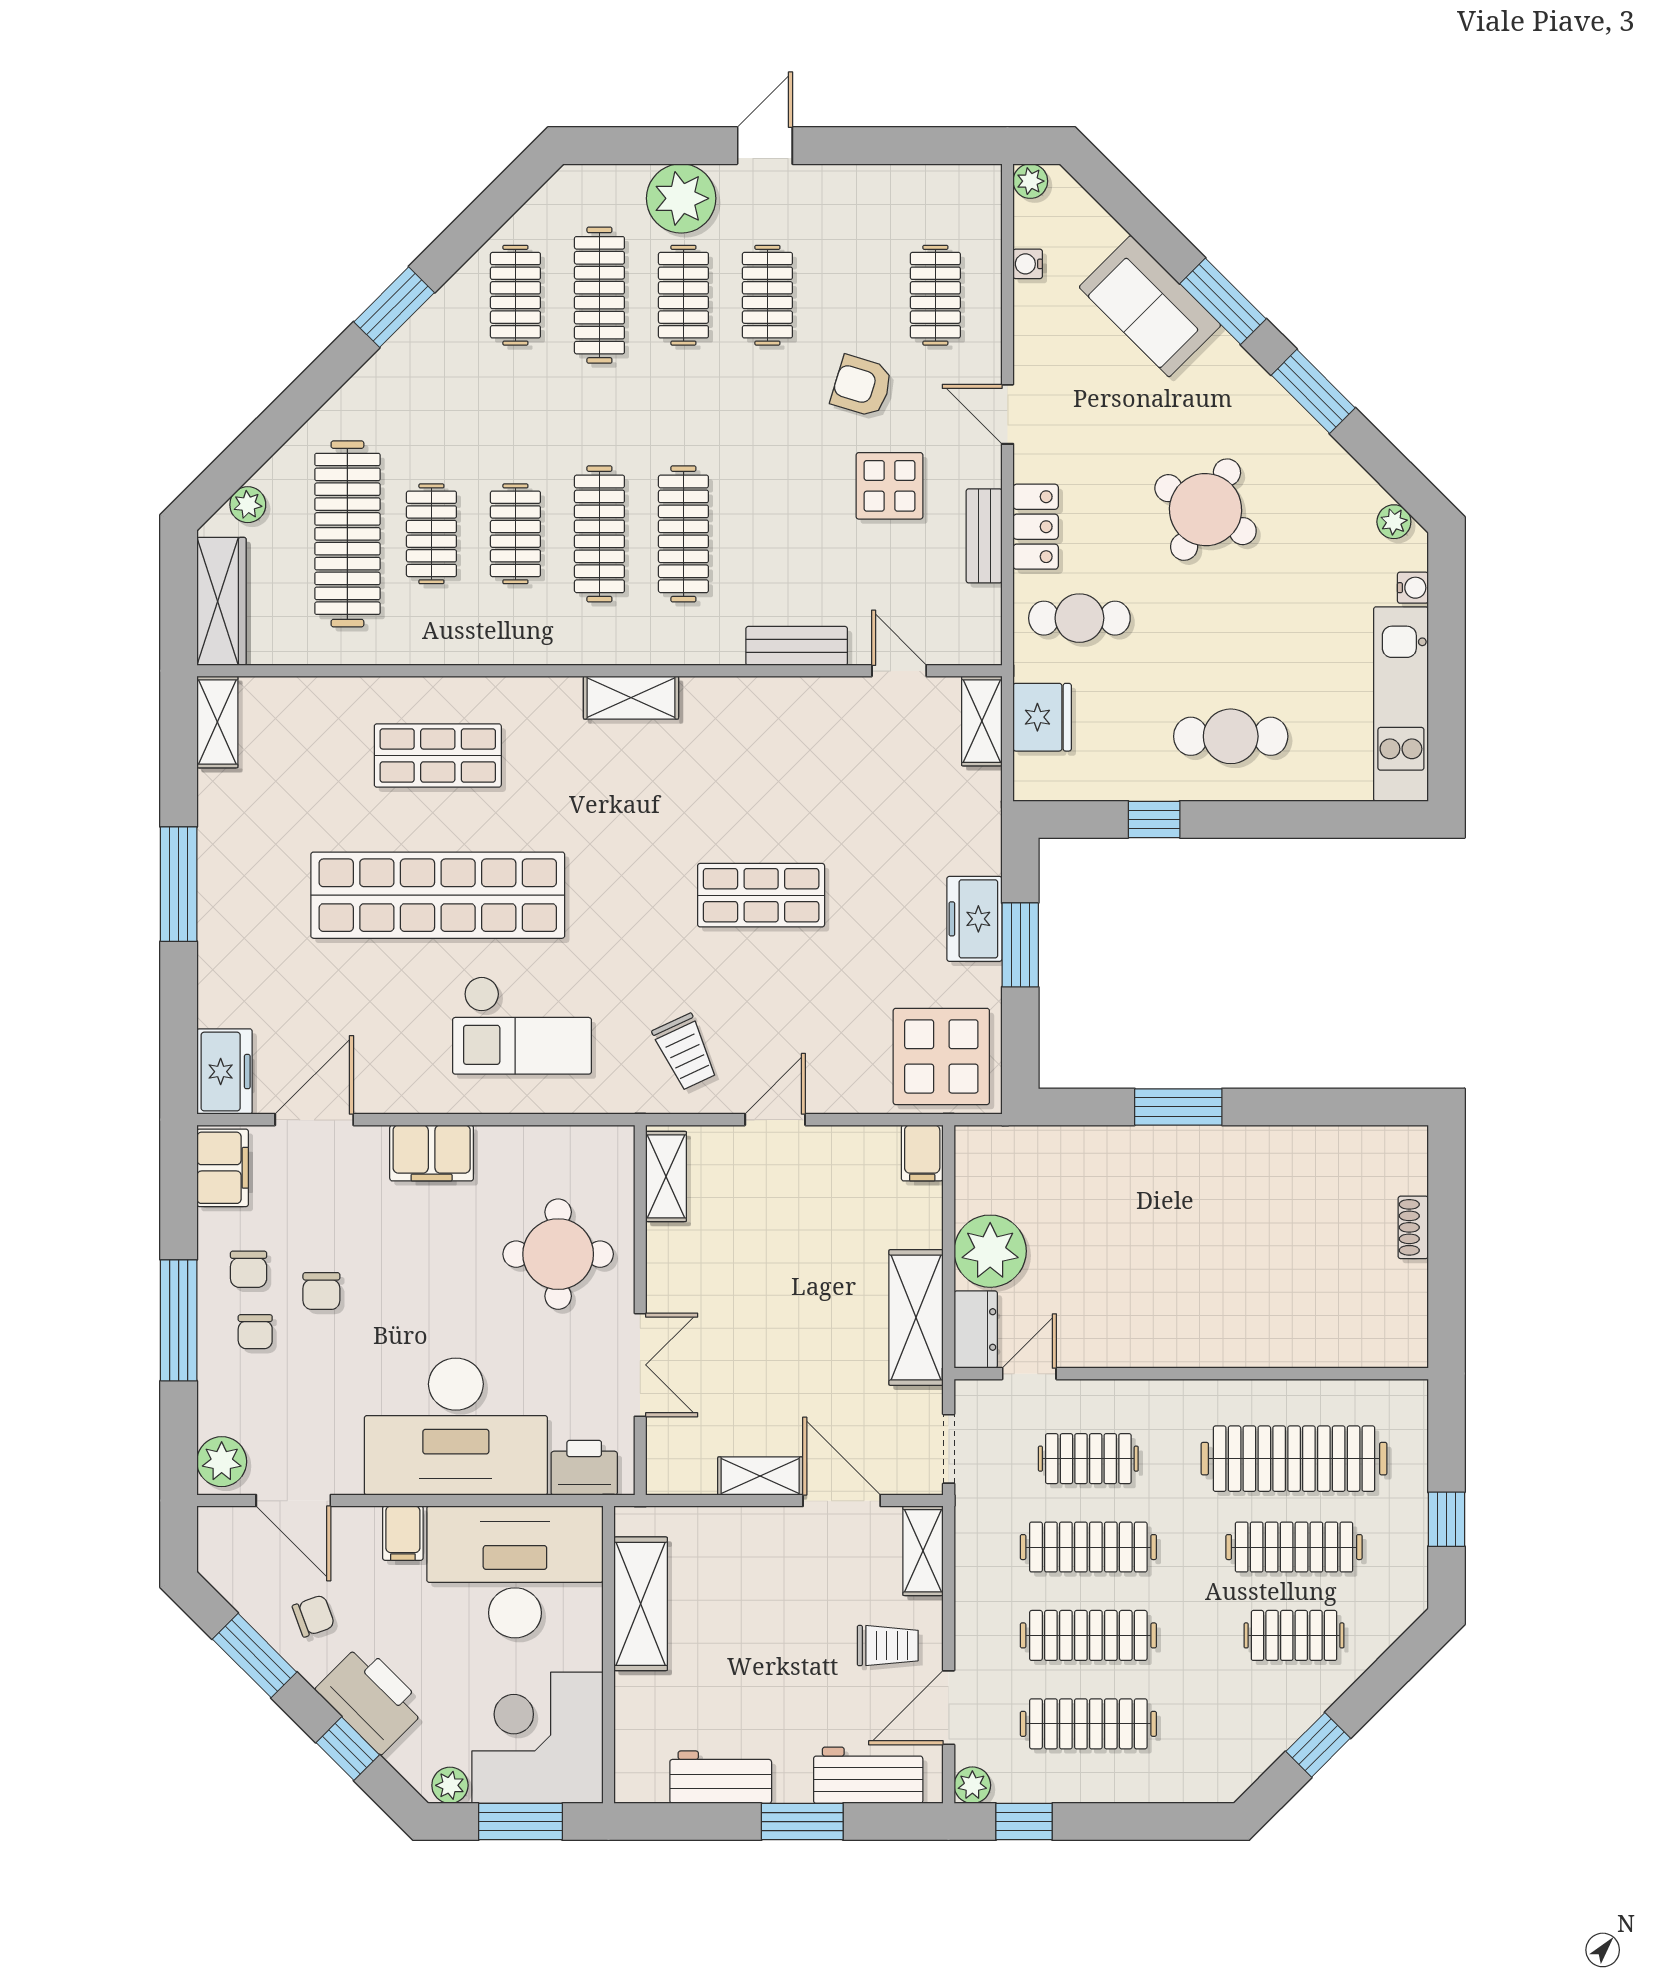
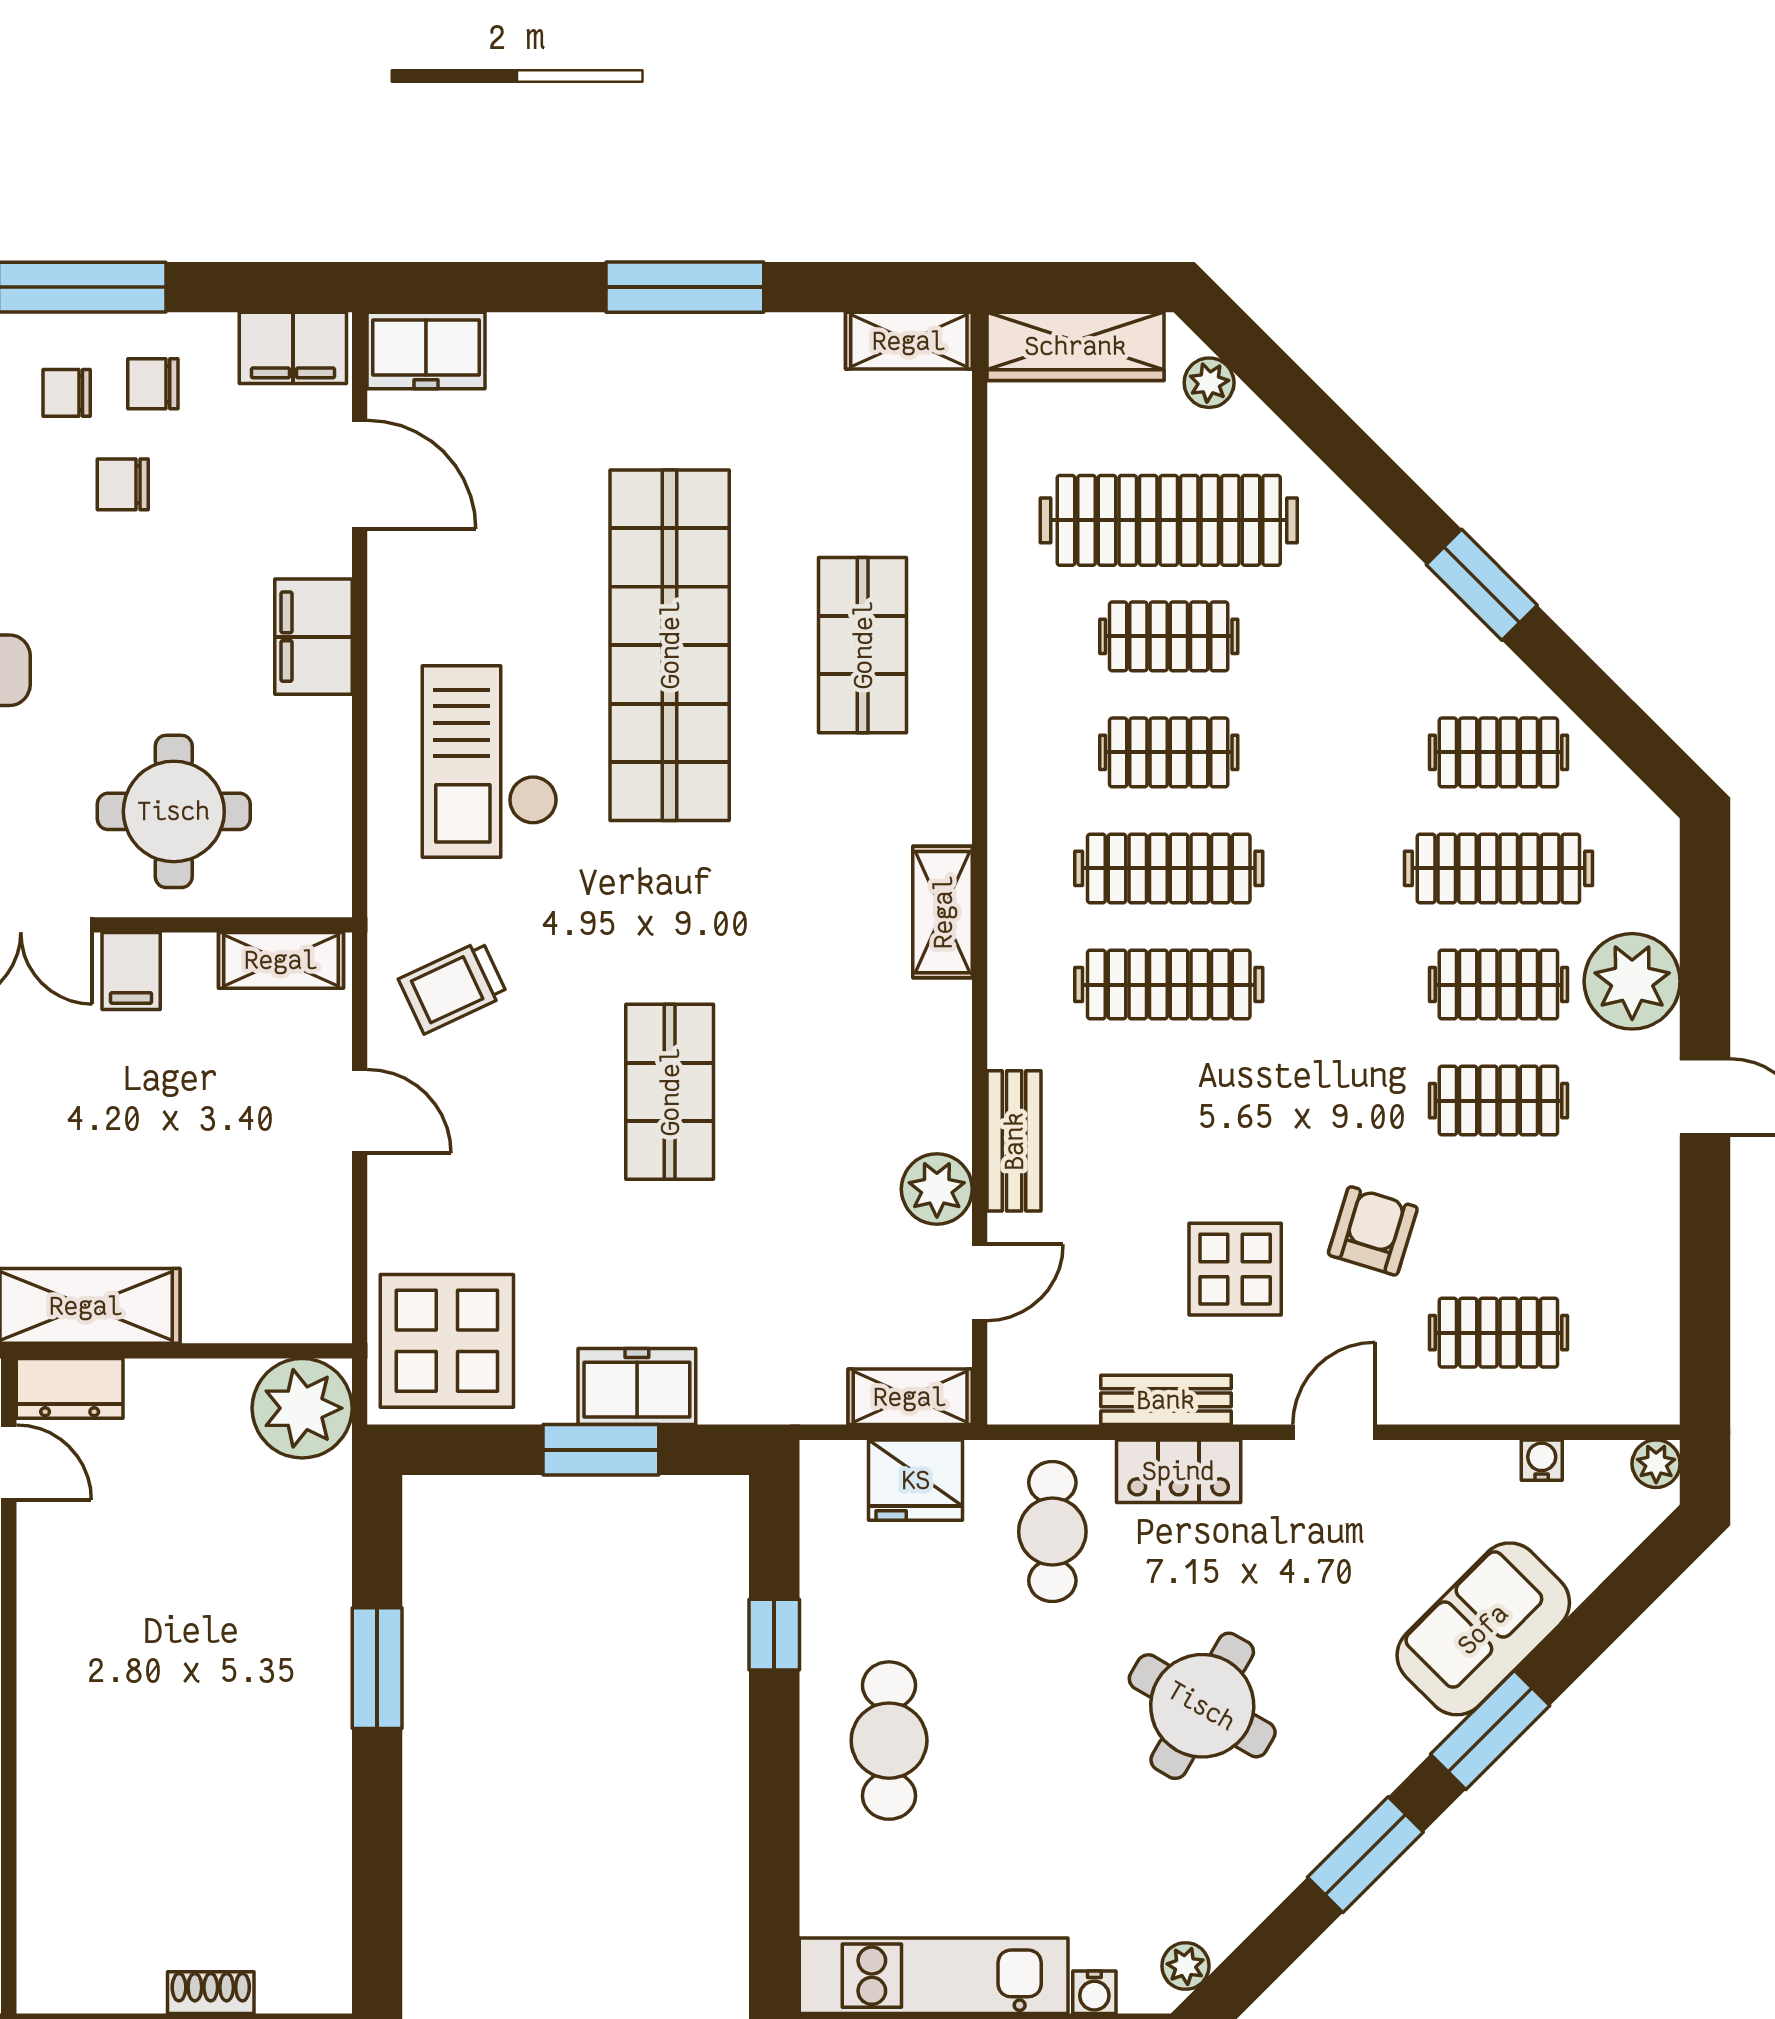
plant: (831, 702) -> (937, 1189), added
filing cabinet: (922, 1153) -> (131, 971), moved, turned -90
plant: (990, 1251) -> (302, 1408), moved

